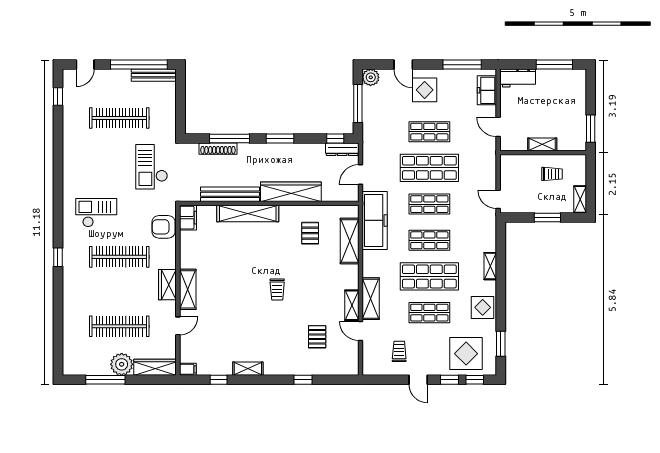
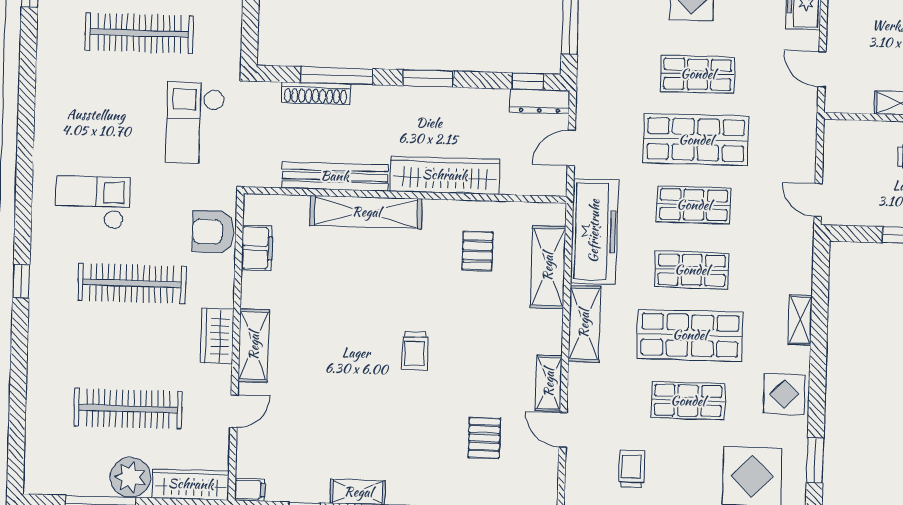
filing cabinet: (188, 218) -> (257, 248), moved
shelving: (371, 299) -> (584, 324), moved

